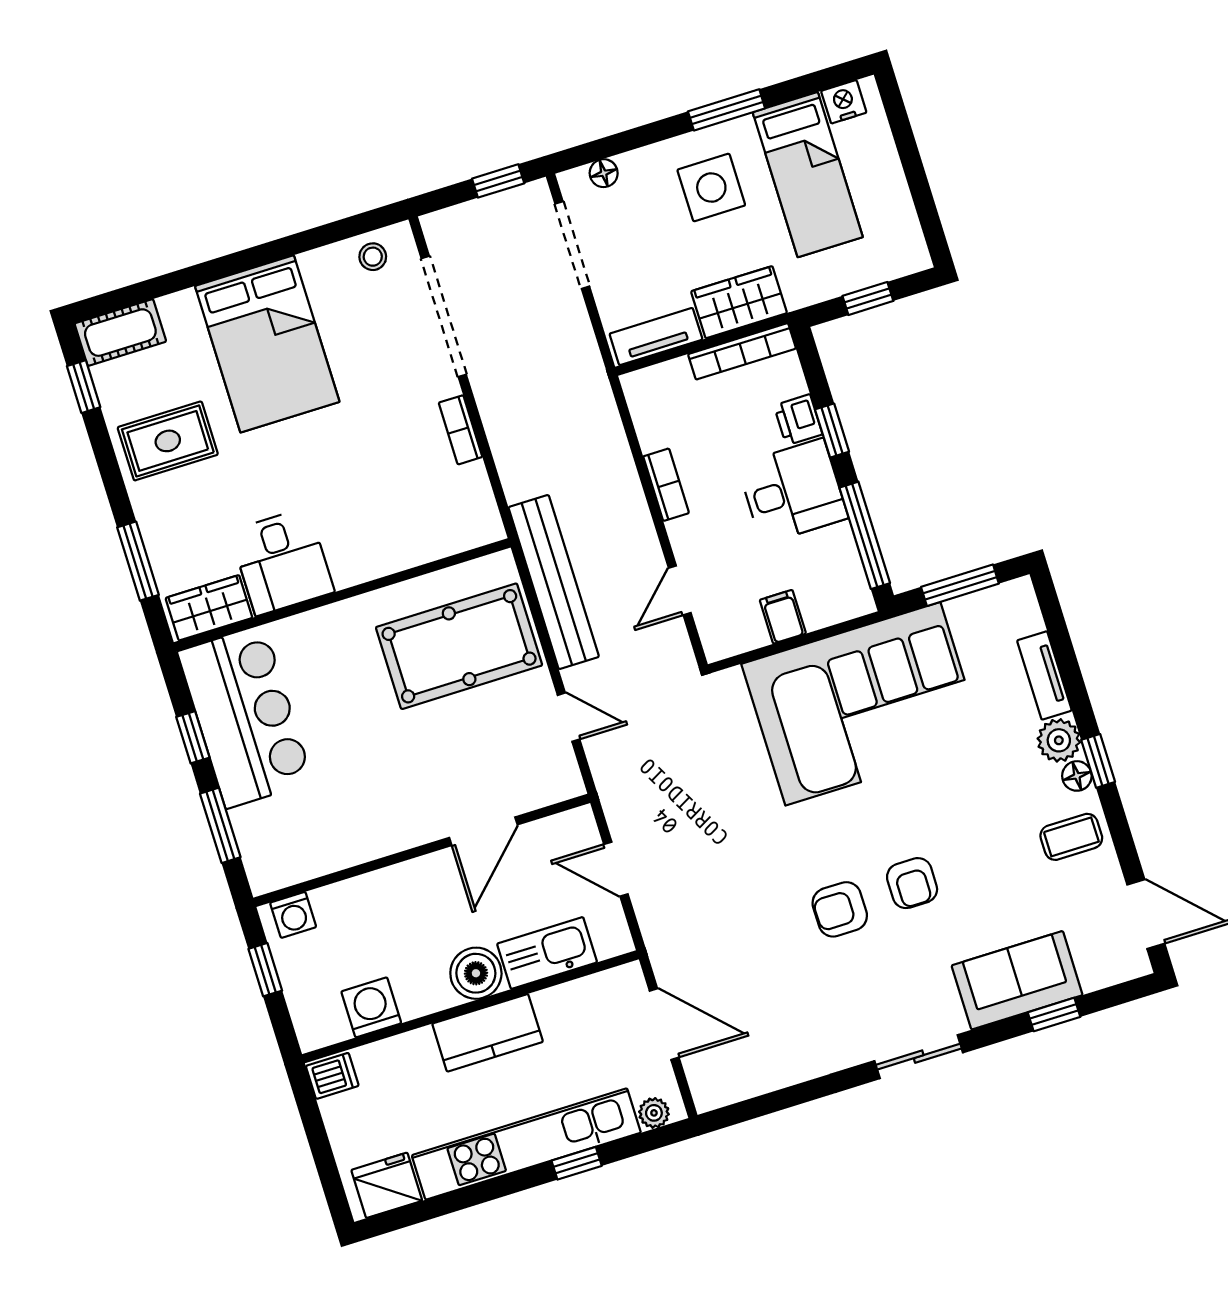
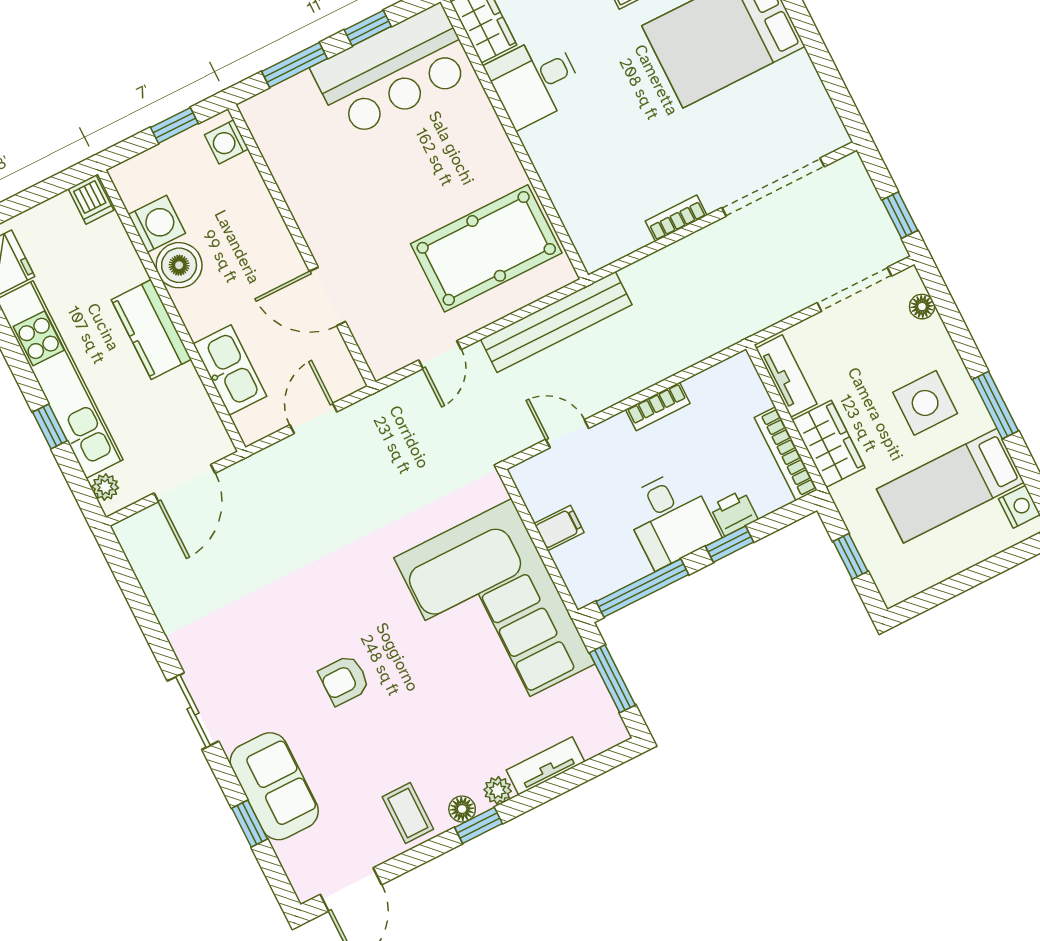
stool: (373, 257) -> (815, 116), removed
pool table: (459, 646) -> (486, 248), turned 90
plant: (1059, 740) -> (498, 790), width x0.73, depth x0.73
armchair: (840, 909) -> (311, 620), removed
boiler: (476, 973) -> (179, 265), moved

